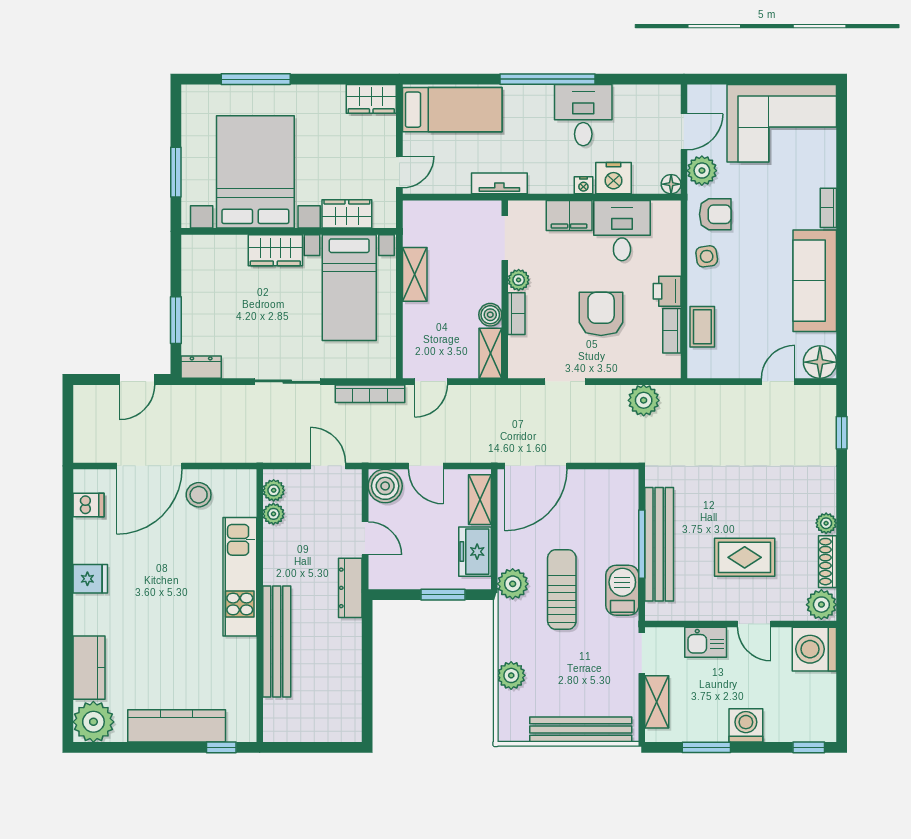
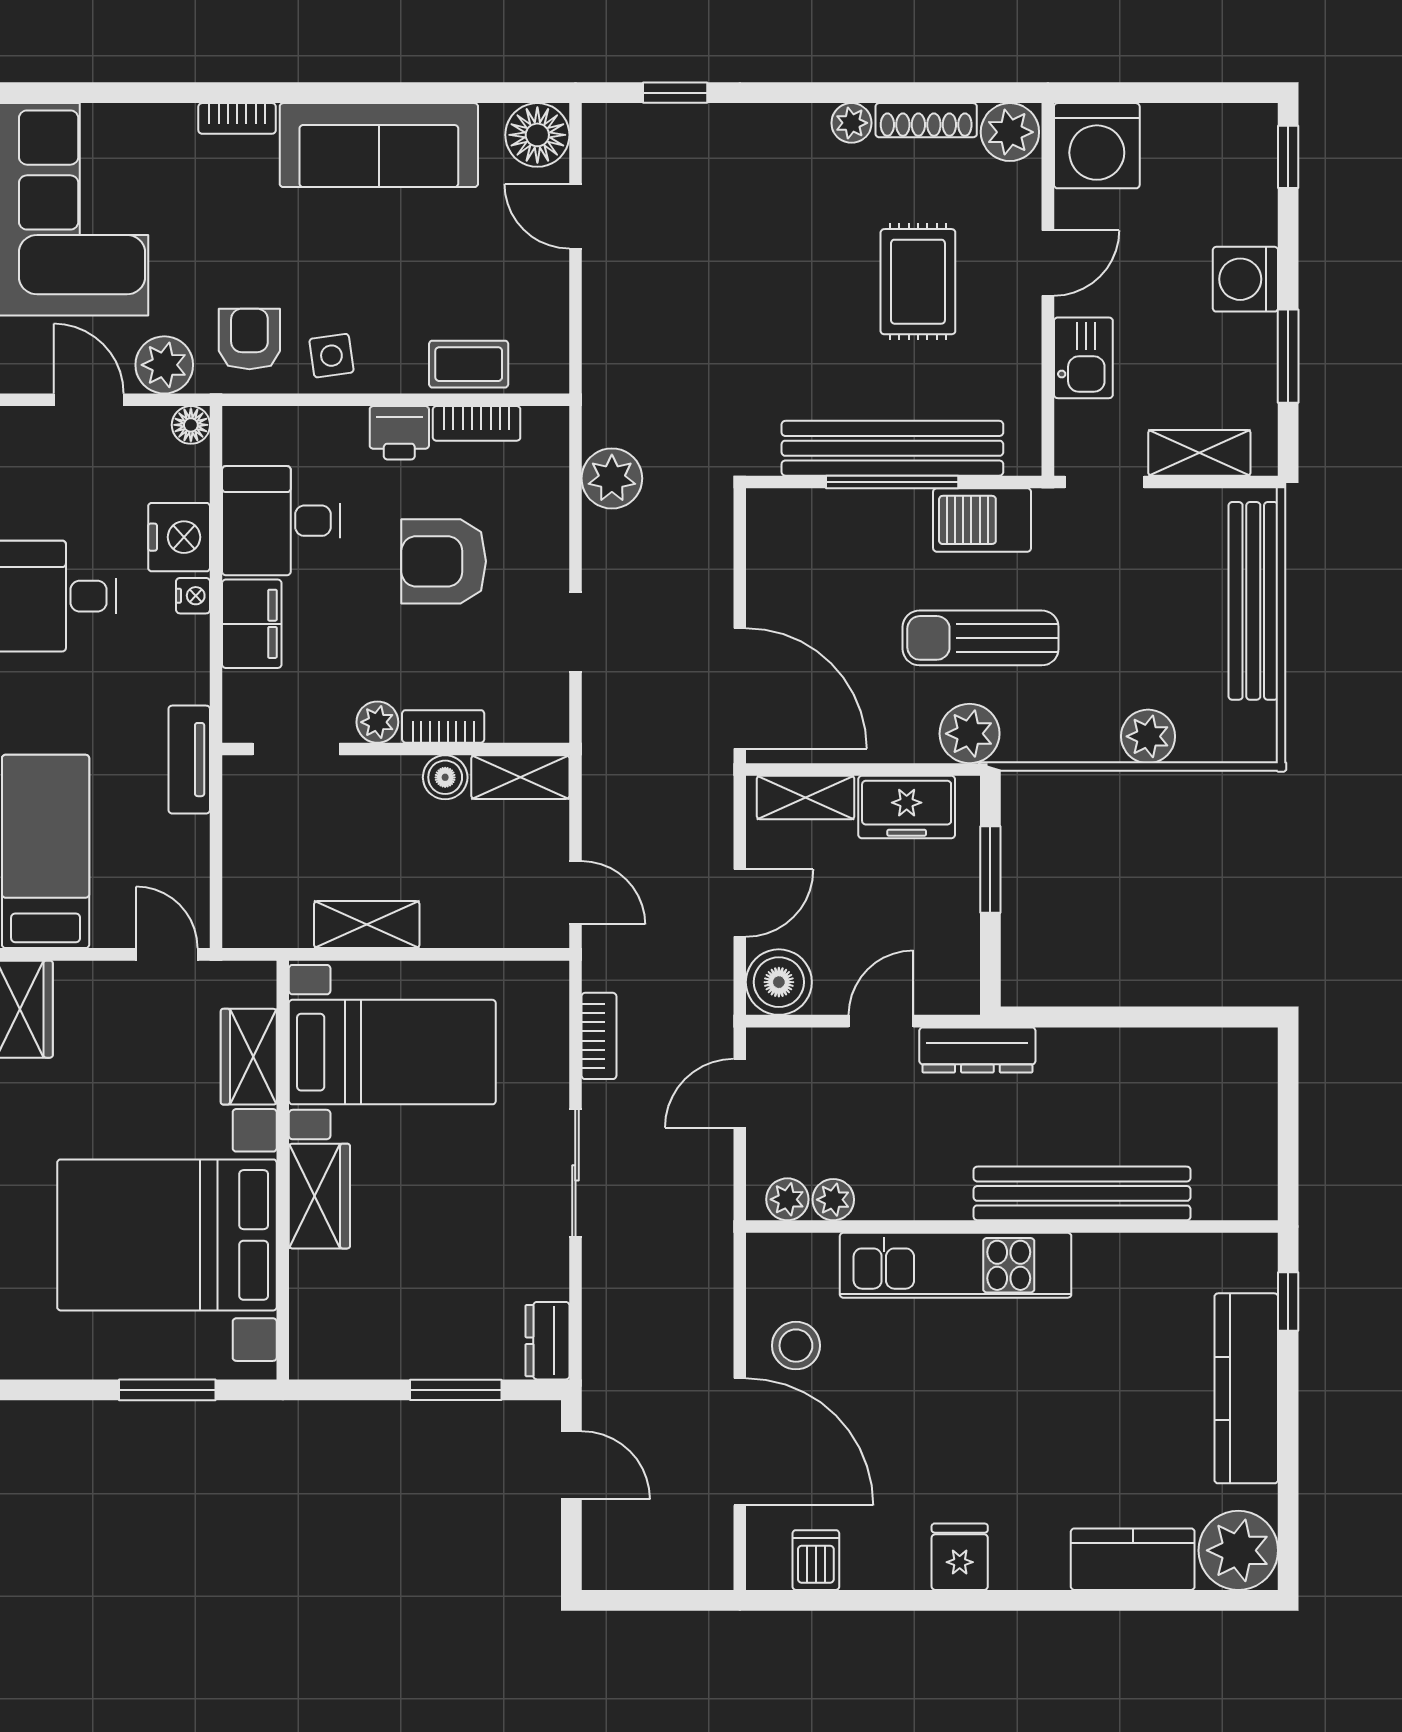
bookcase: (370, 394) -> (599, 1036), width x0.64

